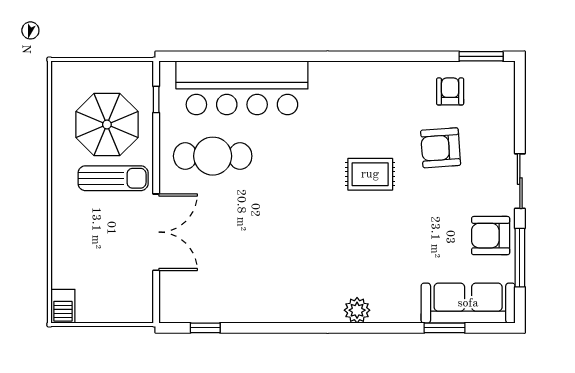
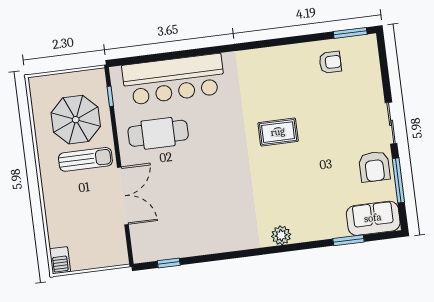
armchair: (450, 91) -> (330, 62), turned 90
armchair: (441, 148) -> (328, 105), removed
armchair: (491, 236) -> (374, 167), turned -90
sofa: (468, 303) -> (373, 218), width x0.73

